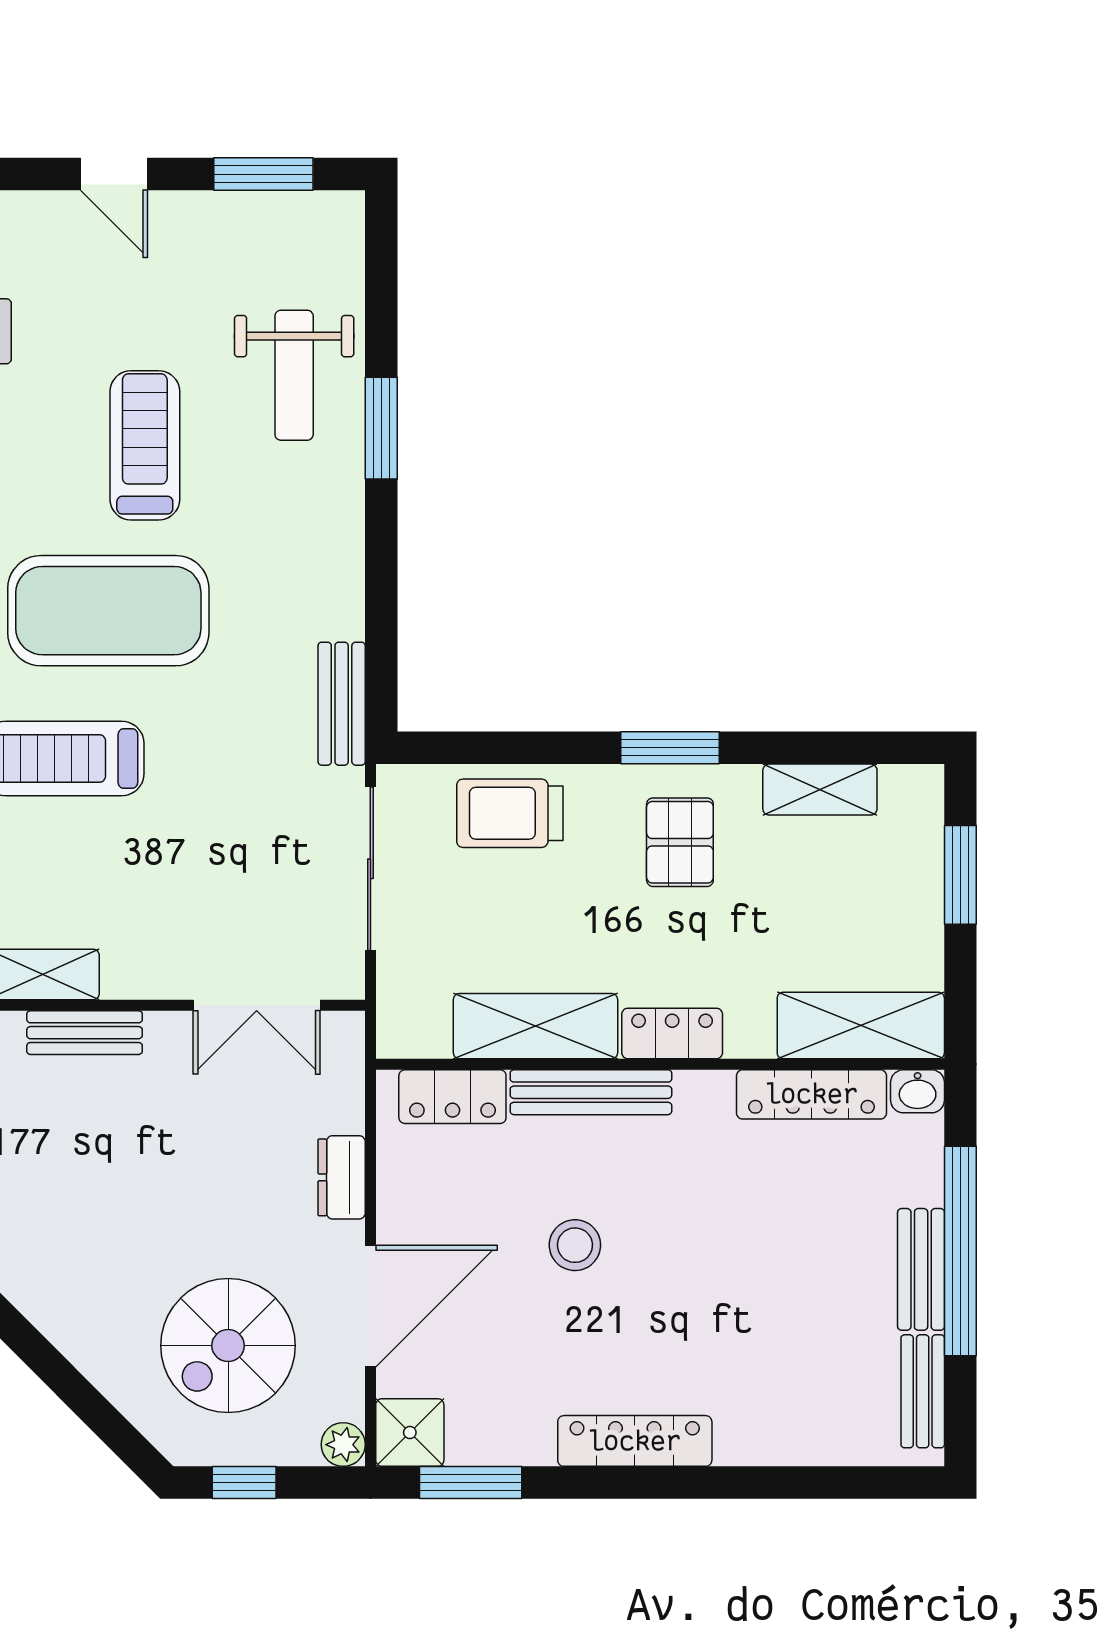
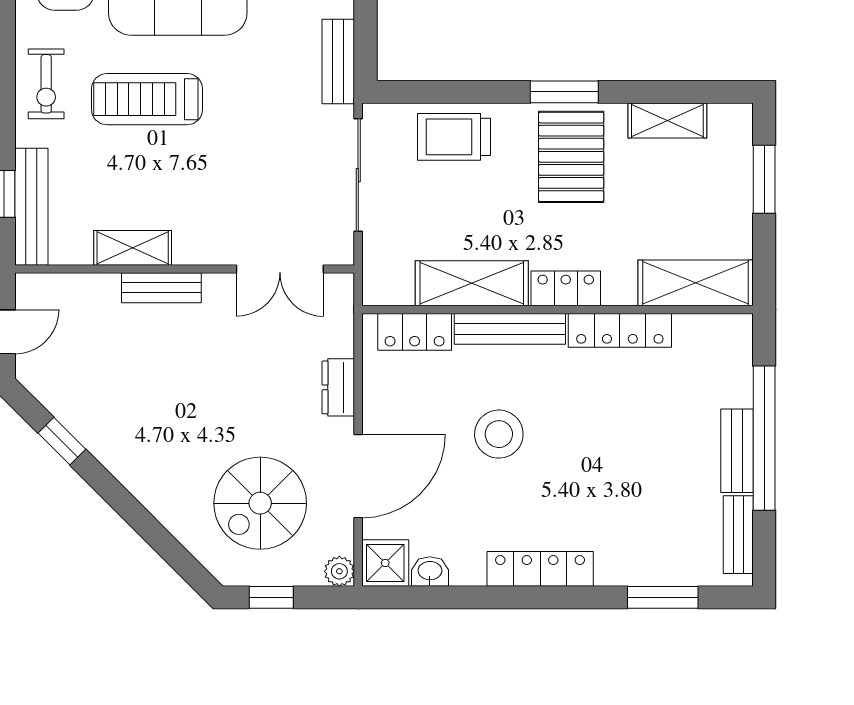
pallet: (680, 842) -> (571, 157), width x1.50, depth x1.42
washbasin: (918, 1091) -> (430, 571), moved, turned 180
locker: (812, 1094) -> (620, 330), moved
stool: (575, 1245) -> (499, 434), width x1.38, depth x1.38
window: (471, 1483) -> (663, 597), moved

